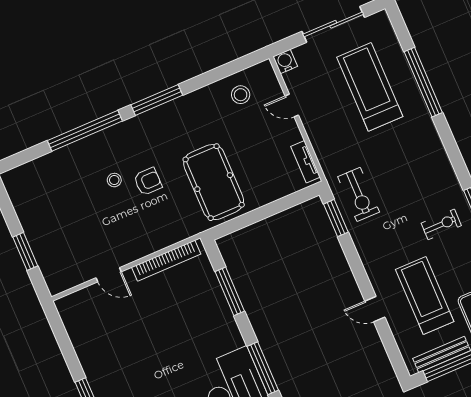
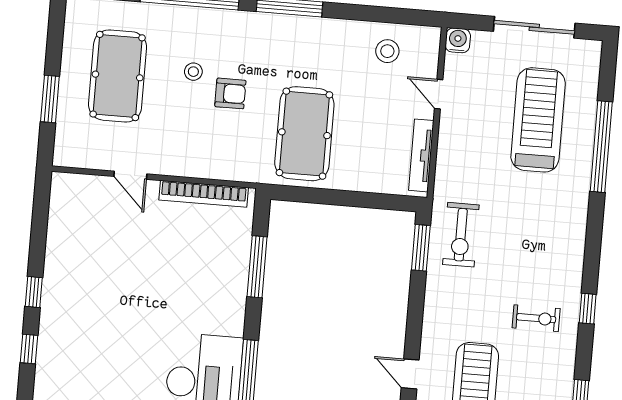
tv unit: (305, 162) -> (421, 155), width x1.41
pool table: (64, 211) -> (118, 76), added

